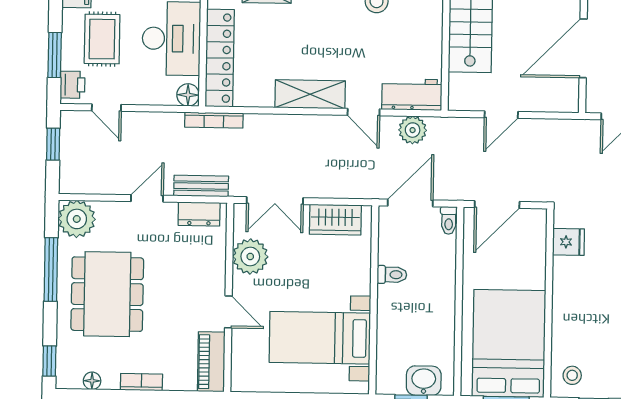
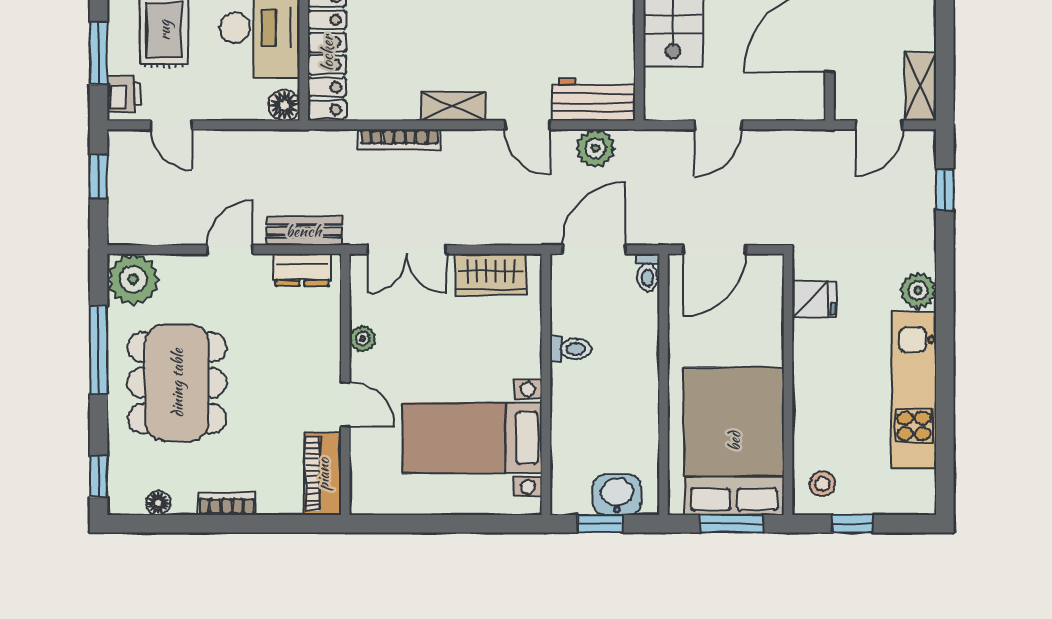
shelving: (310, 94) -> (453, 106), width x0.67, depth x0.75
bookcase: (214, 120) -> (399, 139), moved
plant: (250, 257) -> (363, 339), width x0.53, depth x0.53

